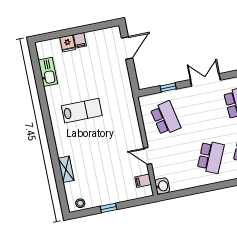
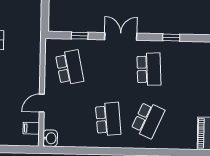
door: (148, 156) -> (42, 103), hinge flipped
school desk: (211, 157) -> (108, 119), turned -30

